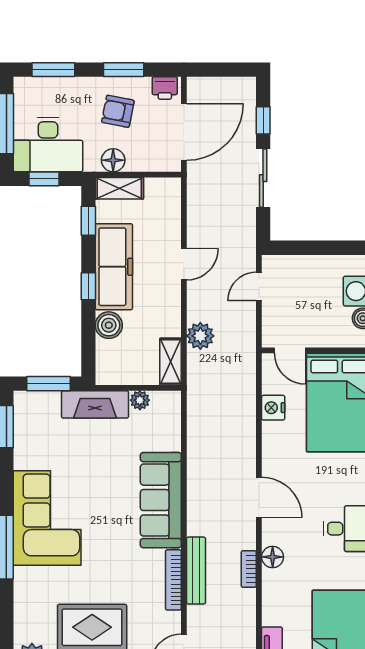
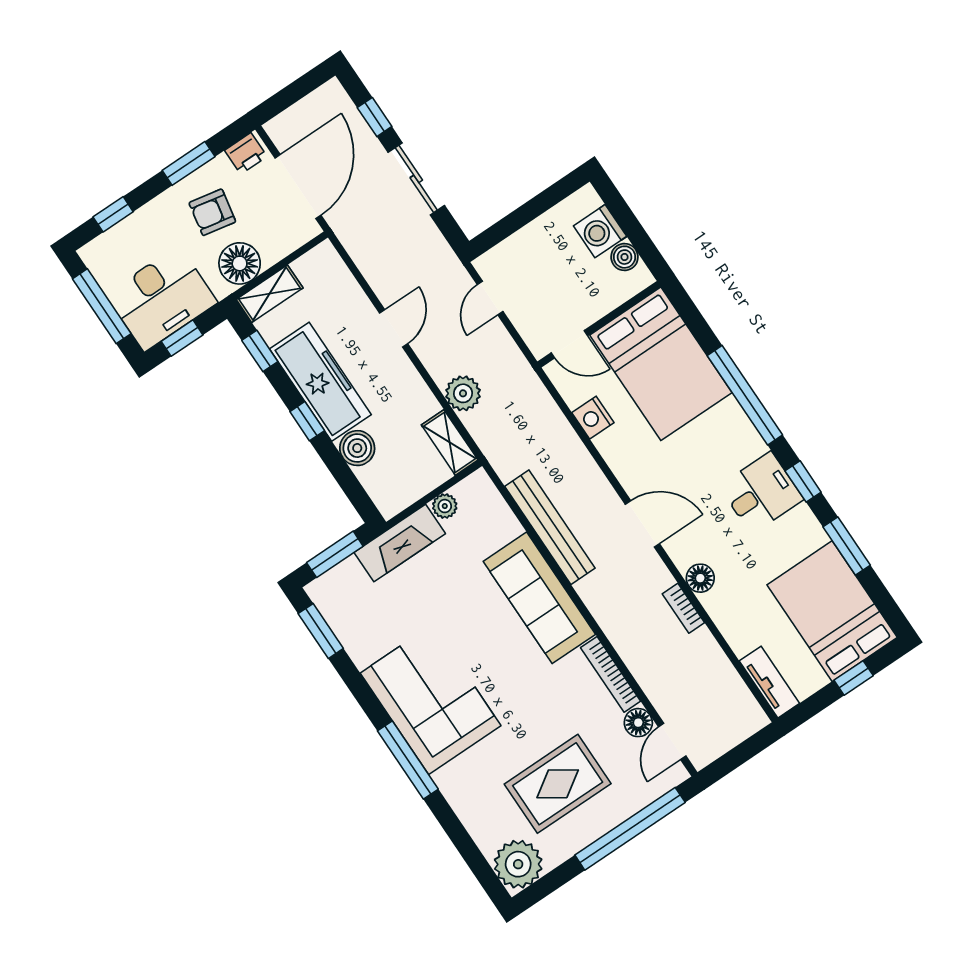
window: (53, 70) -> (113, 214), width x0.67
floor lamp: (113, 160) -> (240, 263), width x1.38, depth x1.38
bench: (196, 571) -> (550, 527), moved, width x1.37, depth x1.21
floor lamp: (170, 623) -> (638, 723), added

